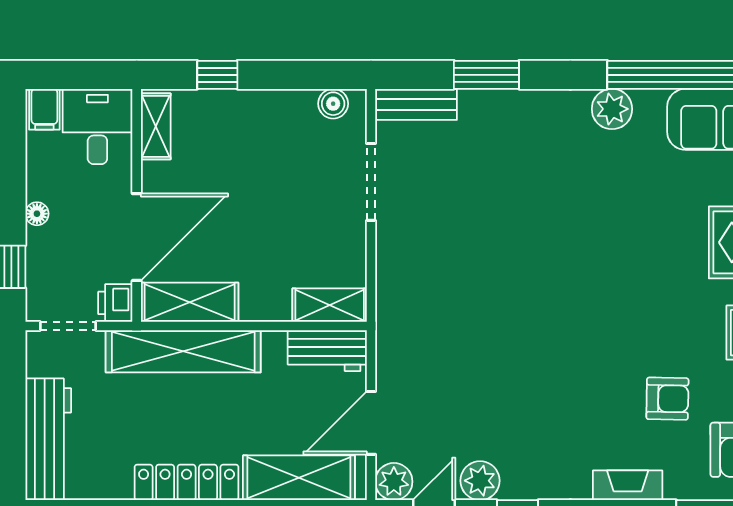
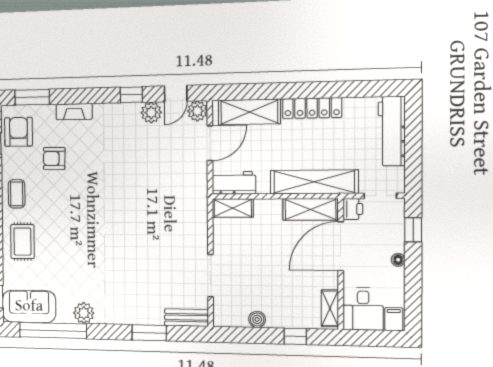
boiler: (333, 104) -> (257, 319), moved

